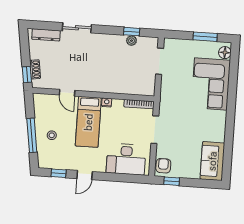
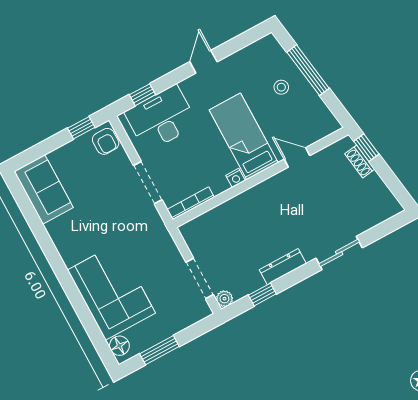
dresser: (46, 35) -> (283, 267), moved
plant: (132, 41) -> (224, 299), moved
window: (59, 173) -> (142, 95), moved

